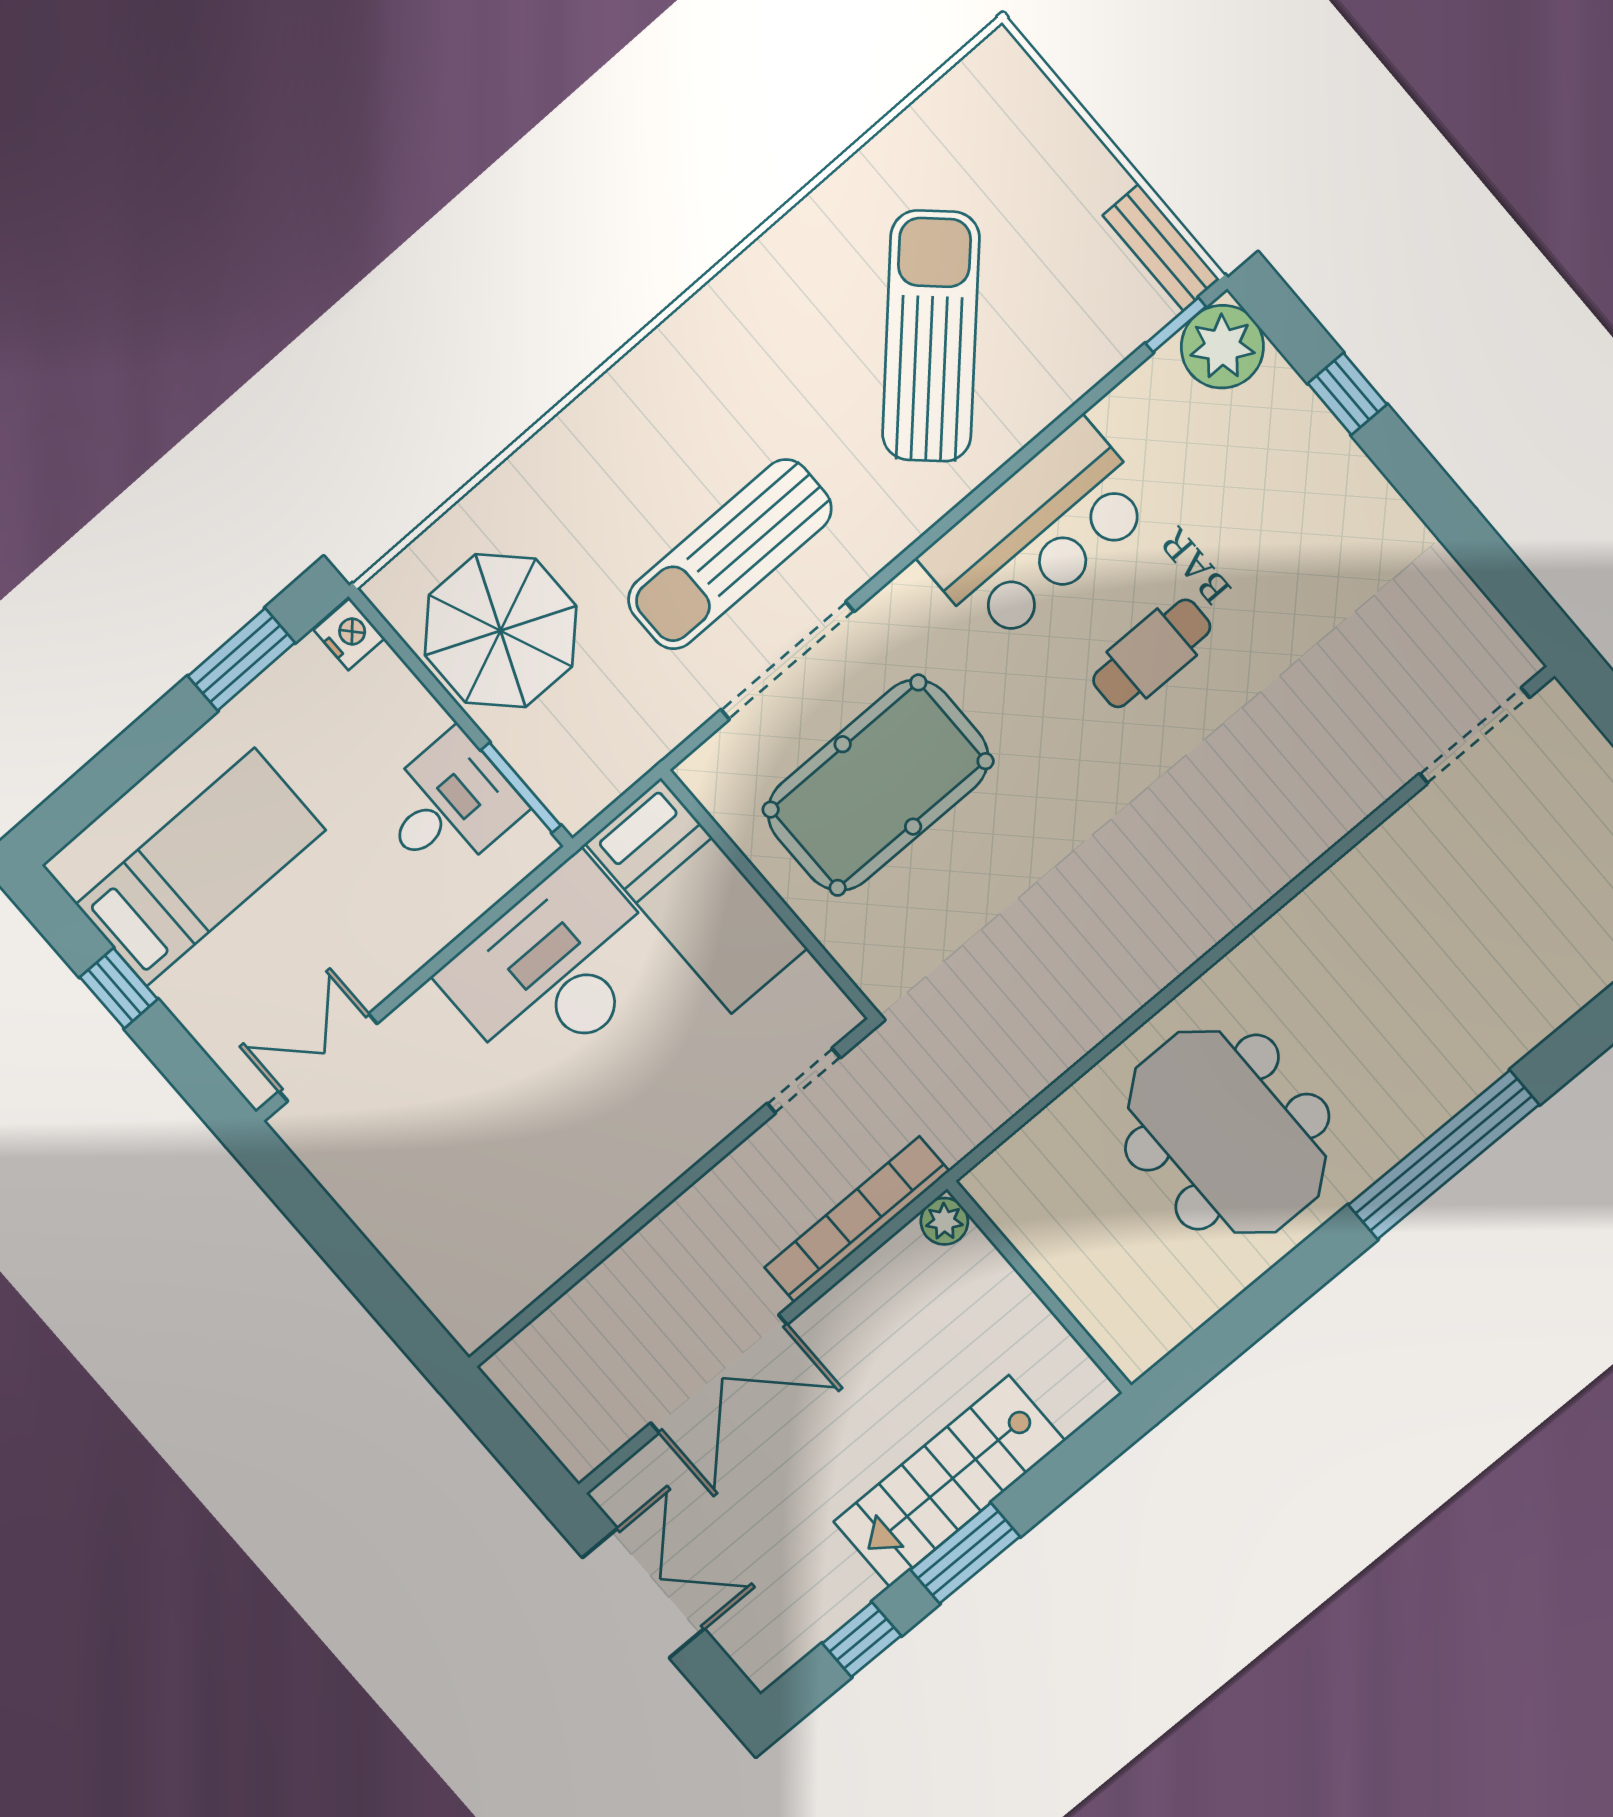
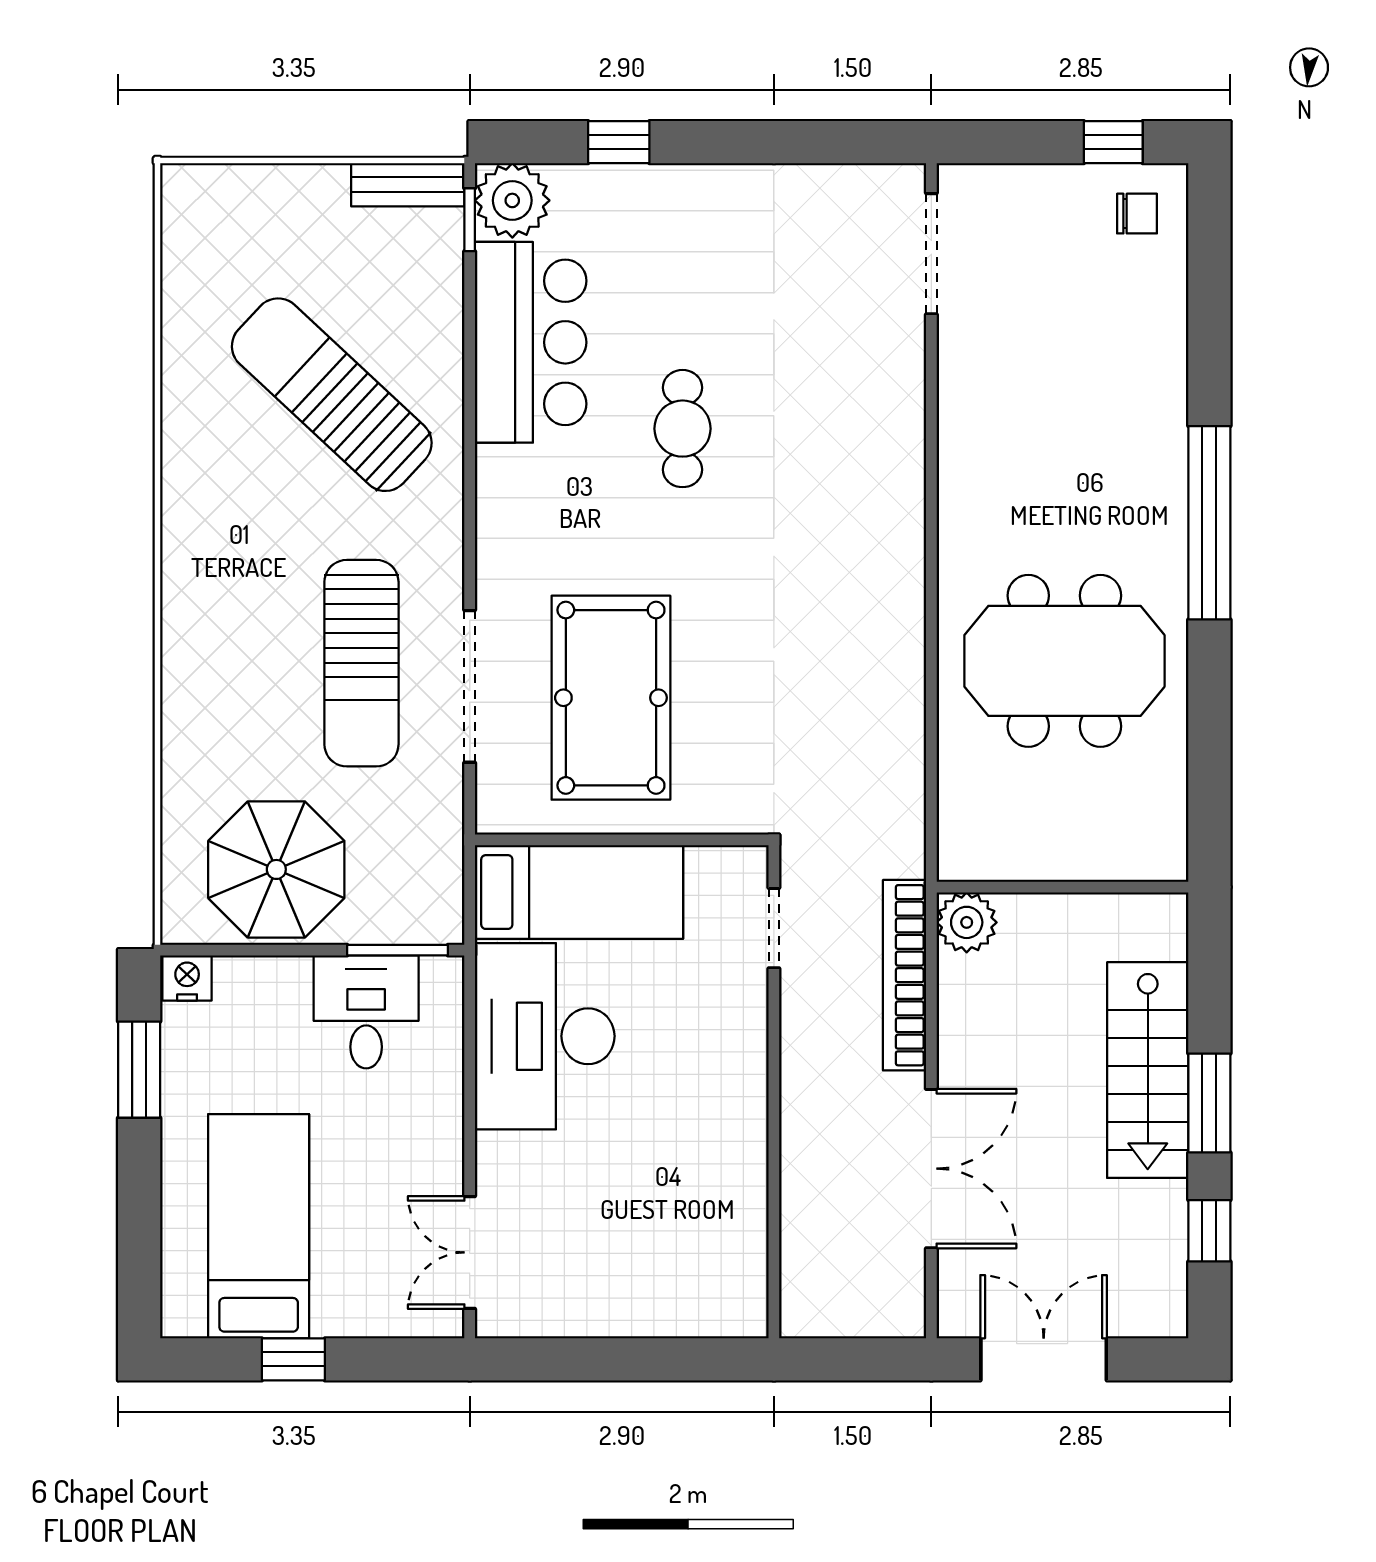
bar counter: (1038, 532) -> (531, 342), moved
plant: (944, 1221) -> (967, 922), width x1.38, depth x1.38

